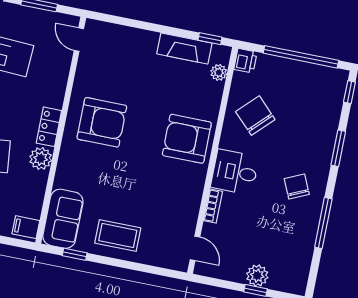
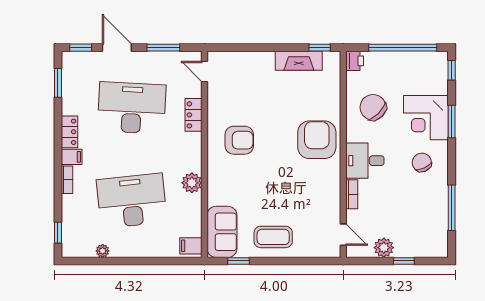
plant: (219, 72) -> (333, 76), removed
armchair: (102, 122) -> (239, 140), width x0.73, depth x0.73
locker: (49, 127) -> (194, 115), moved
corner desk: (311, 138) -> (426, 118), added
armchair: (187, 139) -> (317, 140), turned 90
window: (323, 223) -> (452, 208), moved
plant: (257, 276) -> (384, 248), moved

